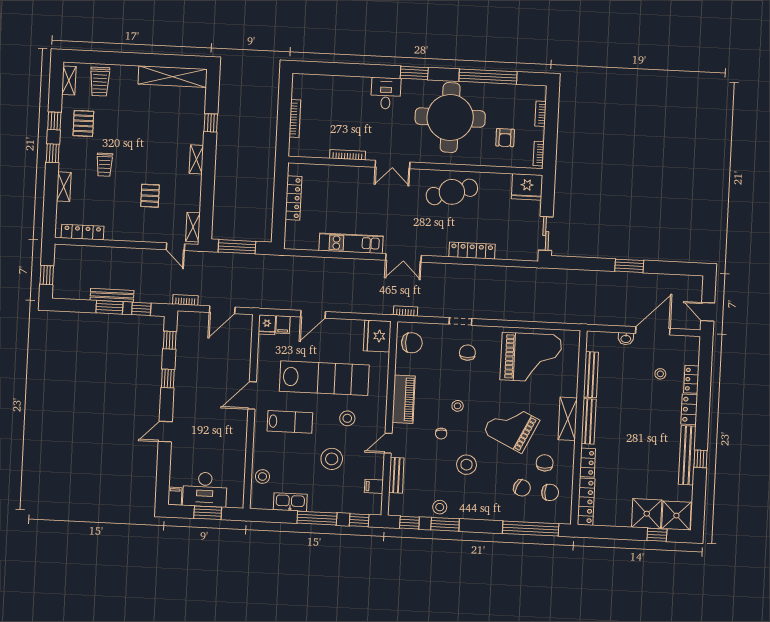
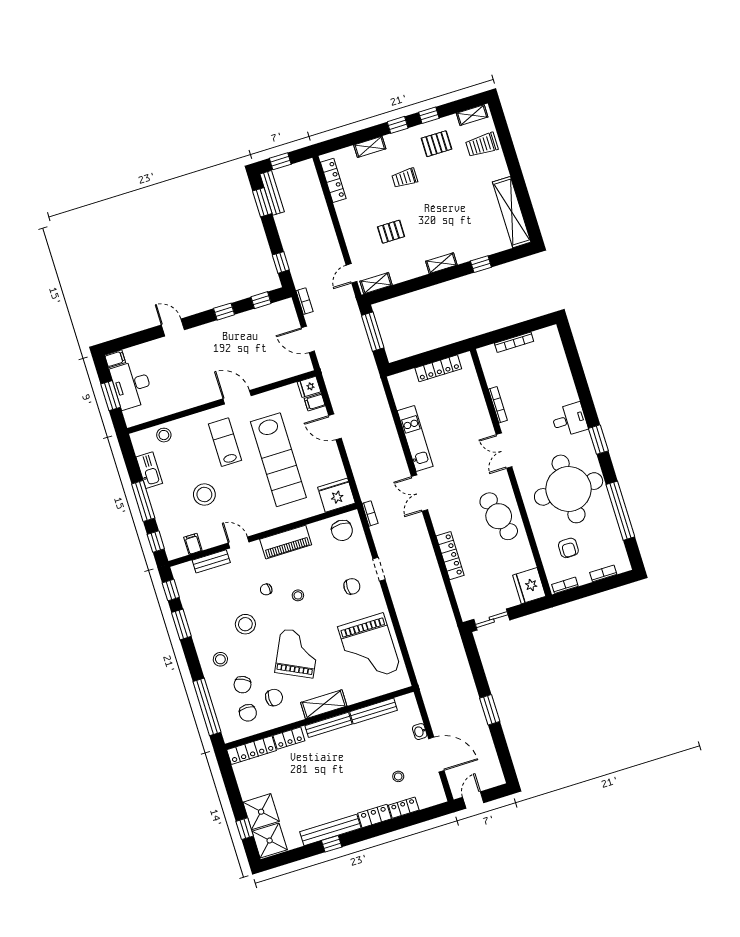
armchair: (505, 138) -> (568, 548), turned -90
bench: (112, 295) -> (272, 193), moved
window: (109, 307) -> (262, 202), moved
stool: (347, 418) -> (248, 495), removed
lab bench: (290, 422) -> (225, 442), turned 180
stool: (440, 507) -> (220, 659), moved

